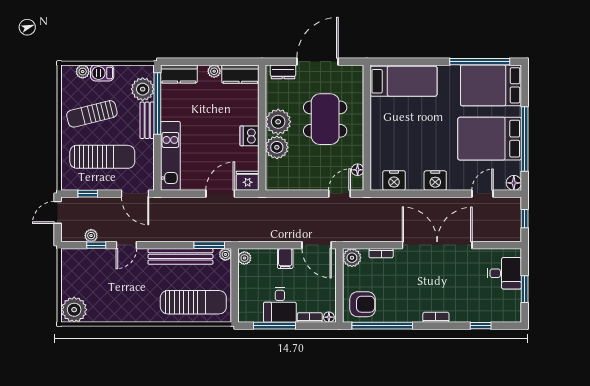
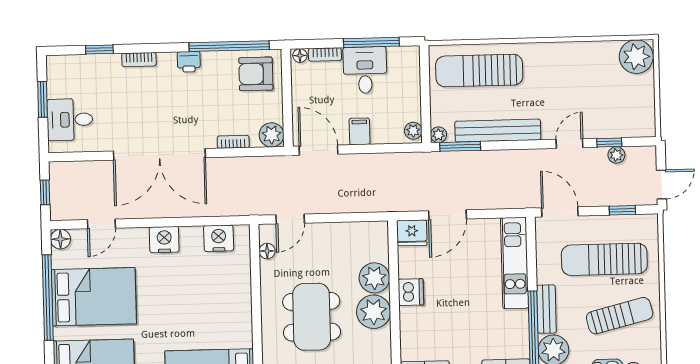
printer: (413, 315) -> (189, 62), added
bookcase: (436, 317) -> (139, 60), moved

